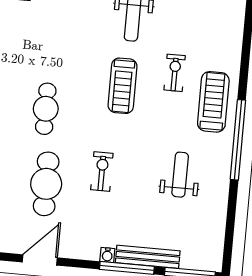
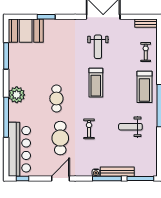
exercise bike: (175, 73) -> (146, 52), moved
treadmill: (213, 102) -> (144, 87), turned 180
weight bench: (180, 175) -> (130, 127), turned -90

